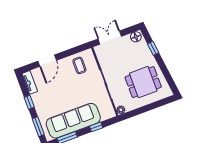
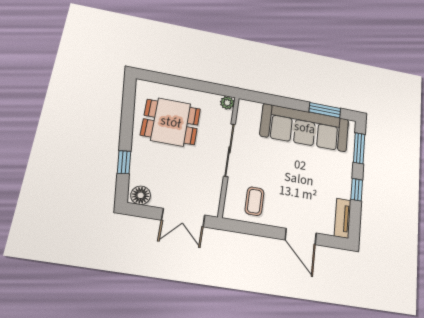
door: (47, 61) -> (301, 237), swing flipped
window: (96, 127) -> (276, 101), removed

